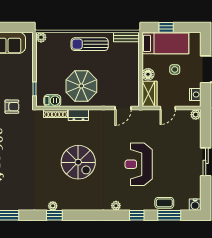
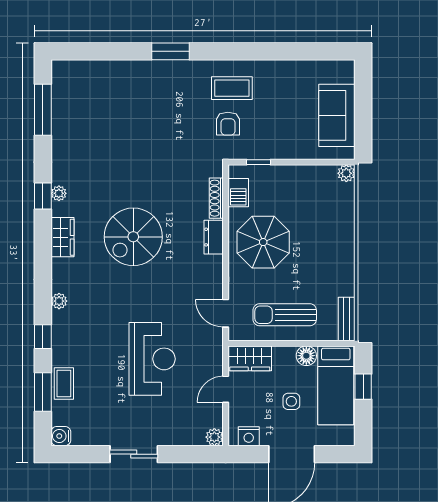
sun lounger: (90, 44) -> (285, 315), moved, turned -90
floor lamp: (148, 74) -> (306, 356), moved
door: (168, 108) -> (226, 389), hinge flipped
reception desk: (139, 164) -> (152, 359), moved, turned 90
wardrobe: (79, 204) -> (63, 237), added

